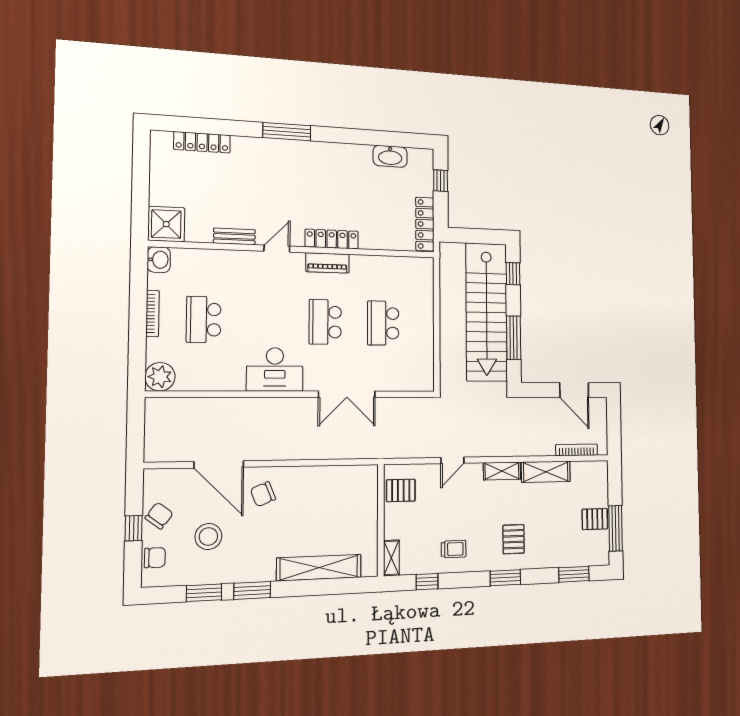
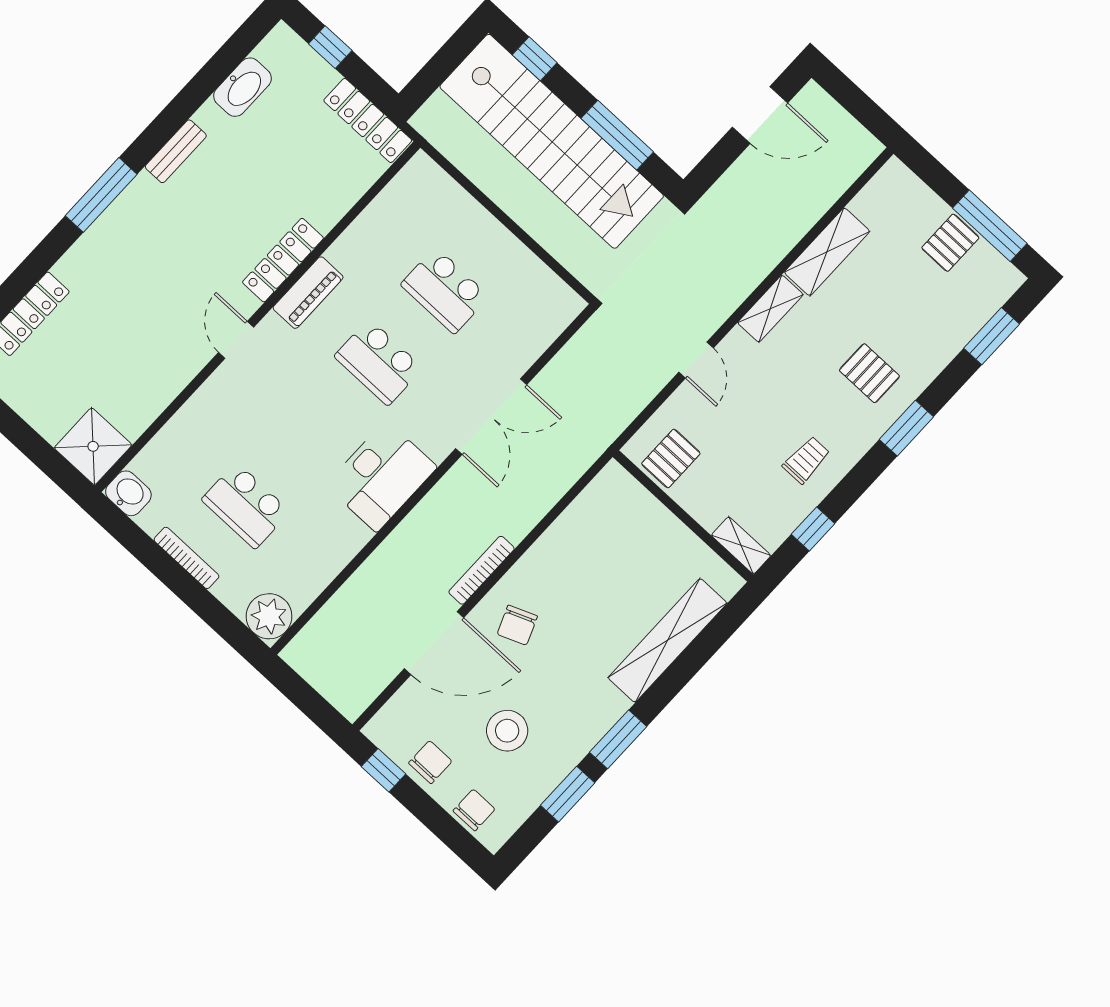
bench: (234, 236) -> (176, 151), moved
bookcase: (577, 450) -> (482, 570), moved
chair: (159, 516) -> (430, 762), turned 53
window: (134, 528) -> (384, 770), moved

